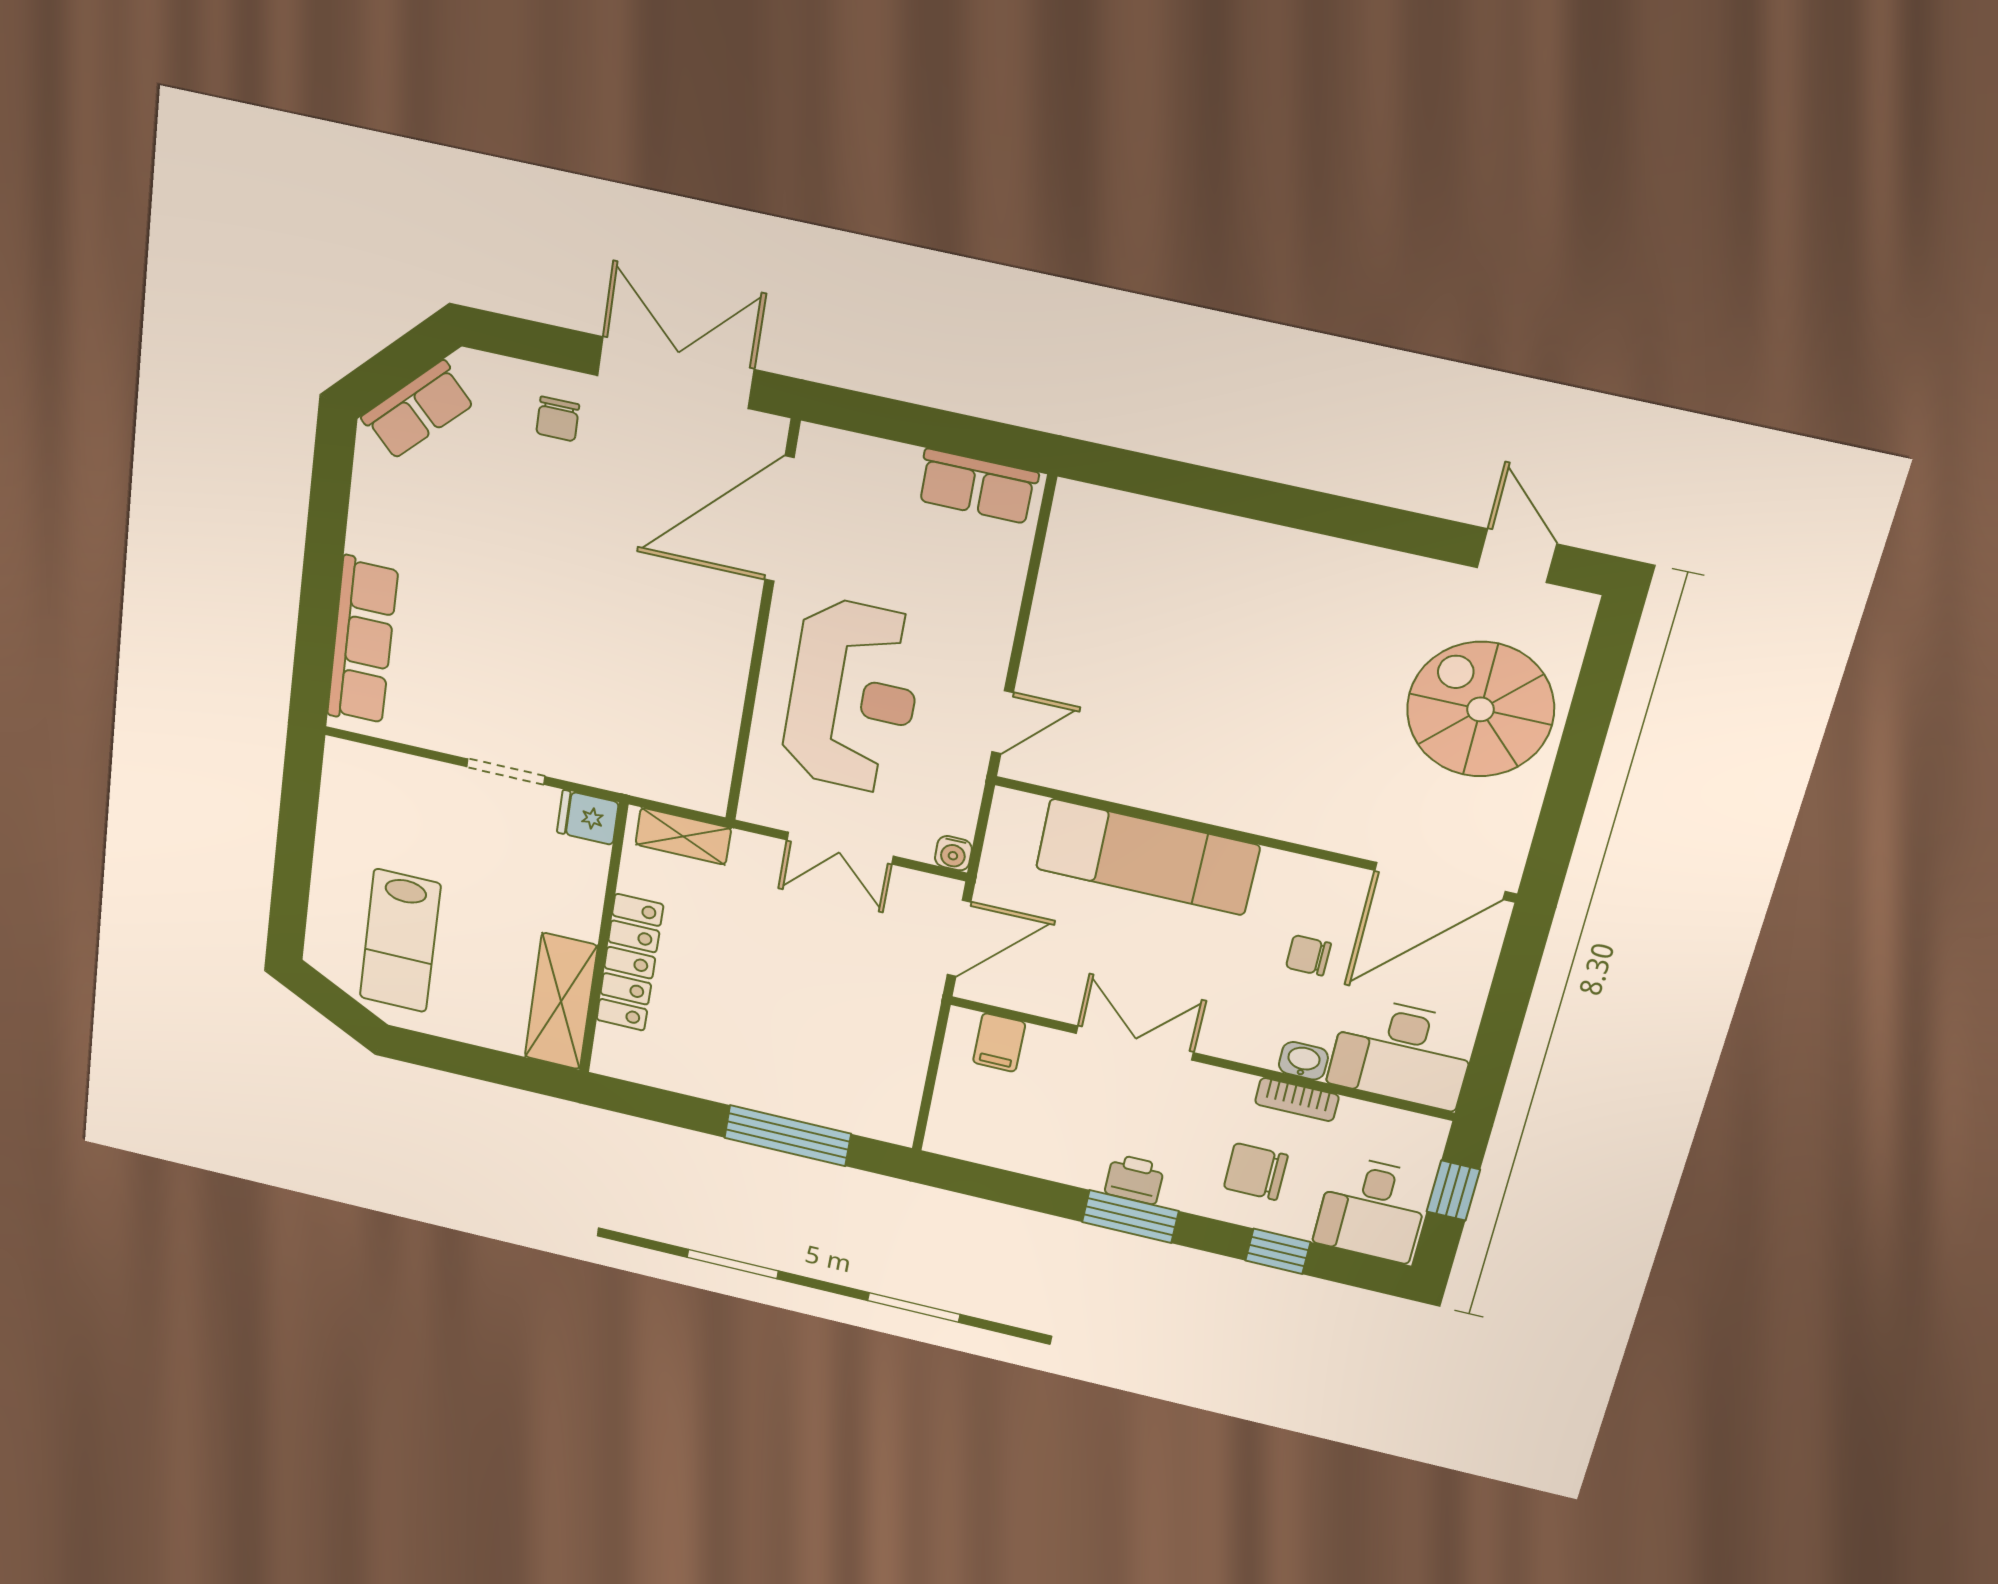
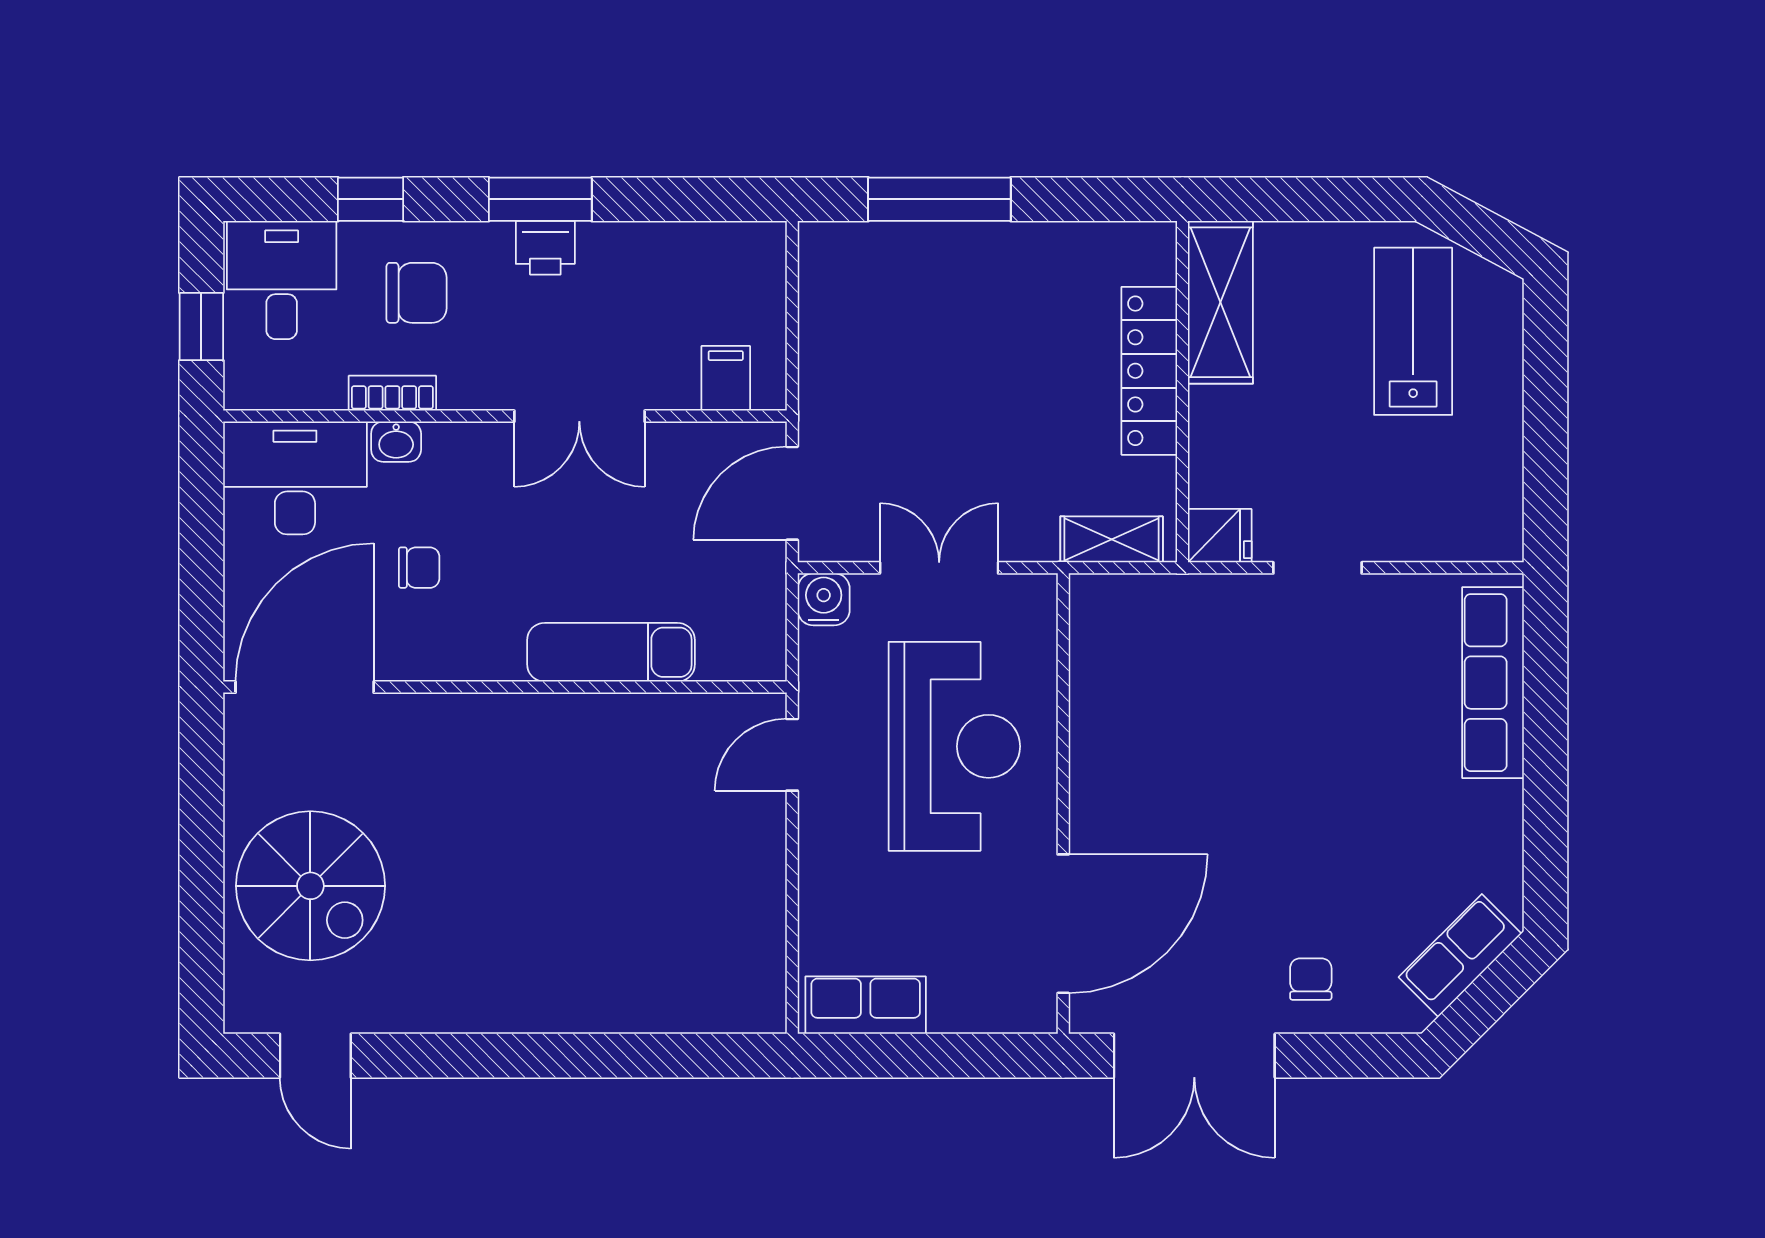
reception desk: (853, 696) -> (954, 746), turned 180
water cooler: (953, 853) -> (824, 599), width x1.38, depth x1.38
exam couch: (1148, 857) -> (611, 652), width x0.73, depth x0.69

